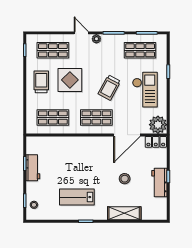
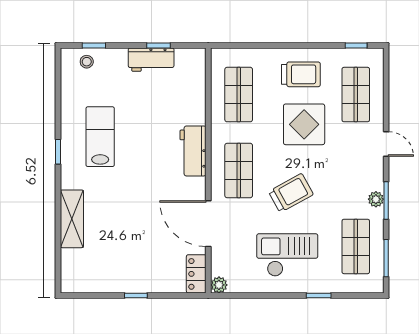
door: (81, 33) -> (386, 144), hinge flipped
plant: (96, 39) -> (376, 199), moved
trolley: (109, 88) -> (291, 193), turned 123
checkout: (145, 90) -> (287, 255), turned 180
plant: (158, 125) -> (219, 285), width x0.53, depth x0.53
stool: (125, 179) -> (132, 220), removed
workbench: (159, 183) -> (193, 151), moved, turned -90

